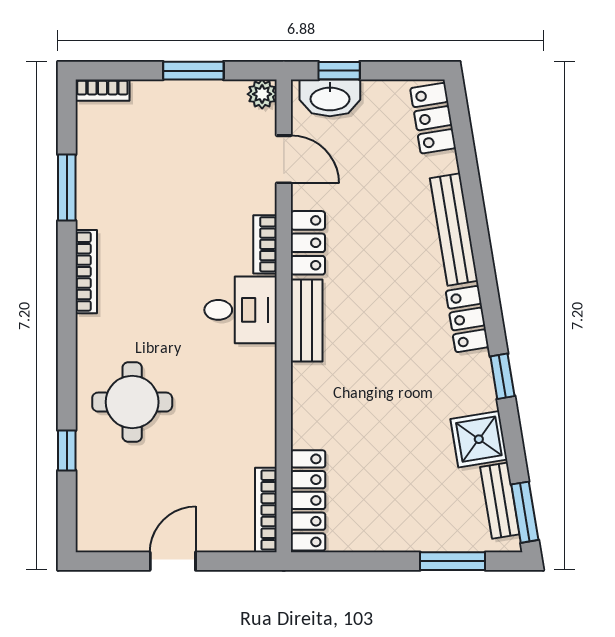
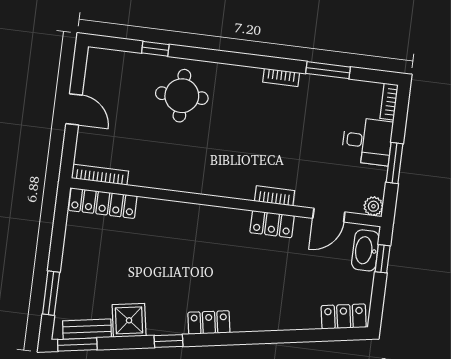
bench: (454, 230) -> (269, 321), removed
bookcase: (86, 272) -> (281, 77), width x0.64
desk: (241, 310) -> (367, 141), moved, turned -90
bench: (307, 320) -> (221, 217), removed

